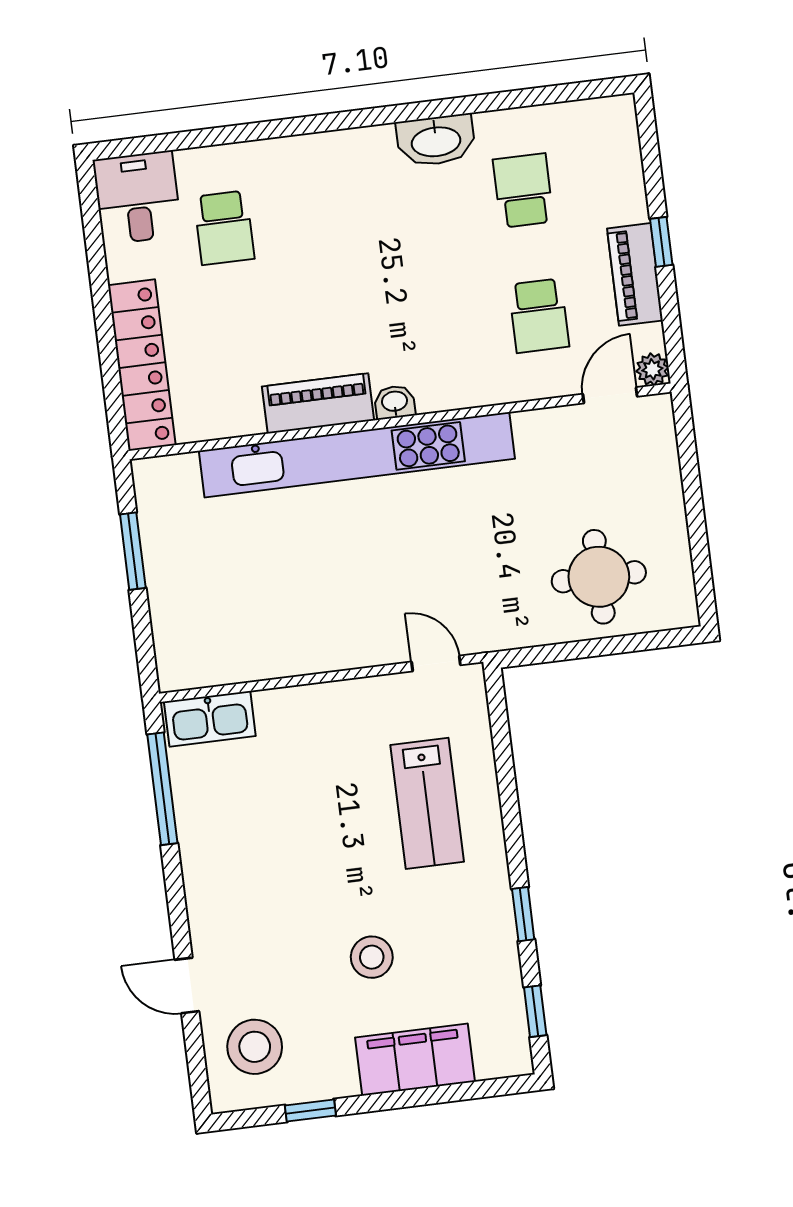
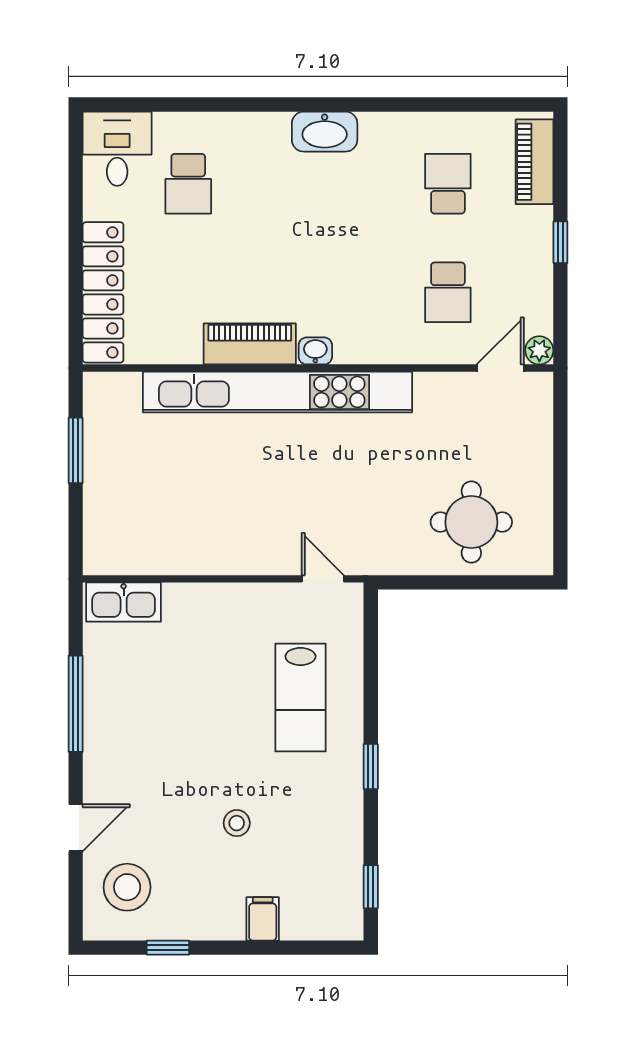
washbasin: (436, 140) -> (325, 132), moved
piano: (635, 274) -> (534, 162), moved
window: (162, 789) -> (76, 704), moved
window: (523, 914) -> (371, 766), moved
stool: (372, 957) -> (237, 823), width x0.73, depth x0.73
door: (187, 986) -> (76, 828), swing flipped
filing cabinet: (415, 1060) -> (263, 919), width x0.33, depth x0.86

